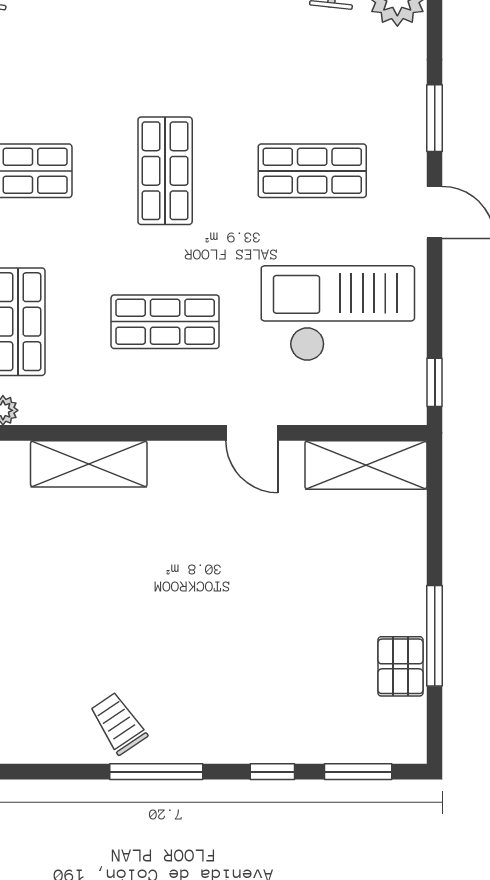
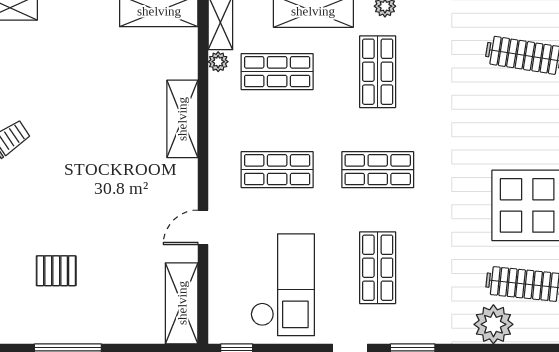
shop shelf: (165, 322) -> (277, 170), turned 90
pallet: (400, 666) -> (56, 271), moved

